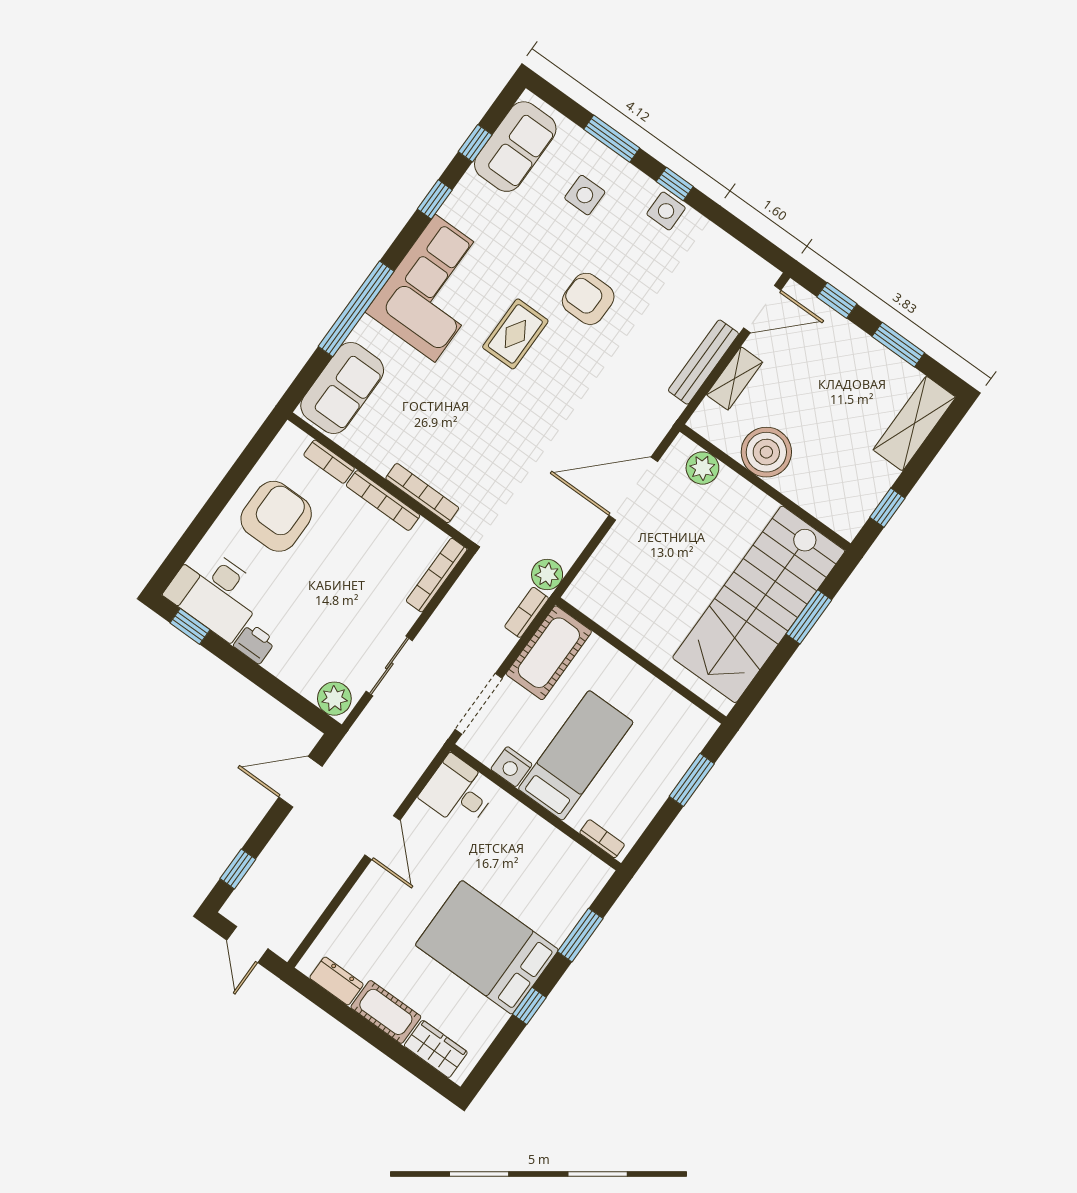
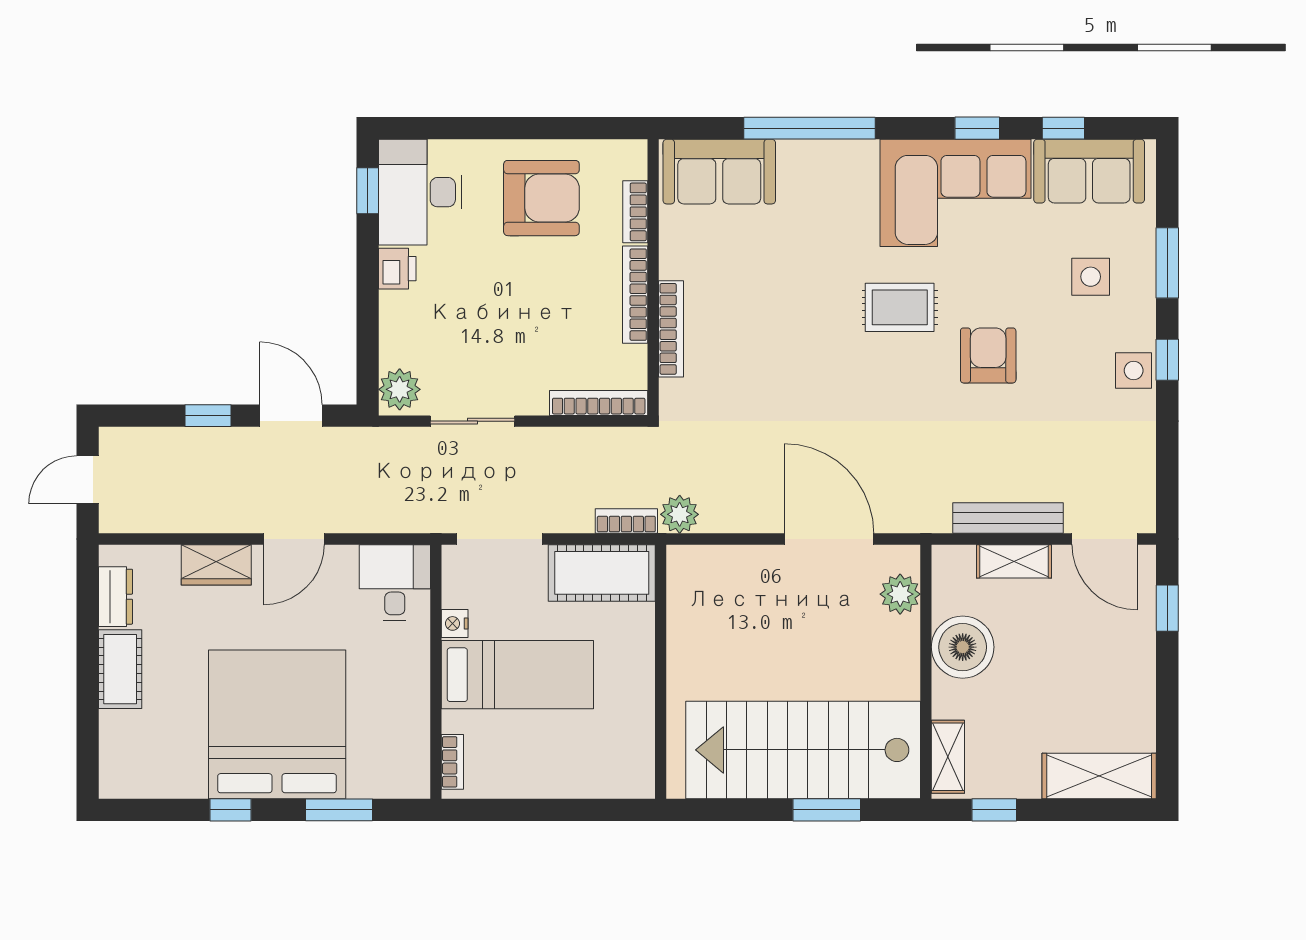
corner sofa: (435, 288) -> (956, 193), moved
window: (898, 345) -> (1167, 702), removed
shelving: (831, 513) -> (948, 757), added
nightstand: (511, 767) -> (455, 623), width x0.72, depth x0.74
window: (692, 780) -> (577, 810), removed
window: (238, 869) -> (208, 416), moved
bed: (487, 947) -> (277, 724), width x1.36
wardrobe: (436, 1049) -> (216, 565), moved, turned 90

